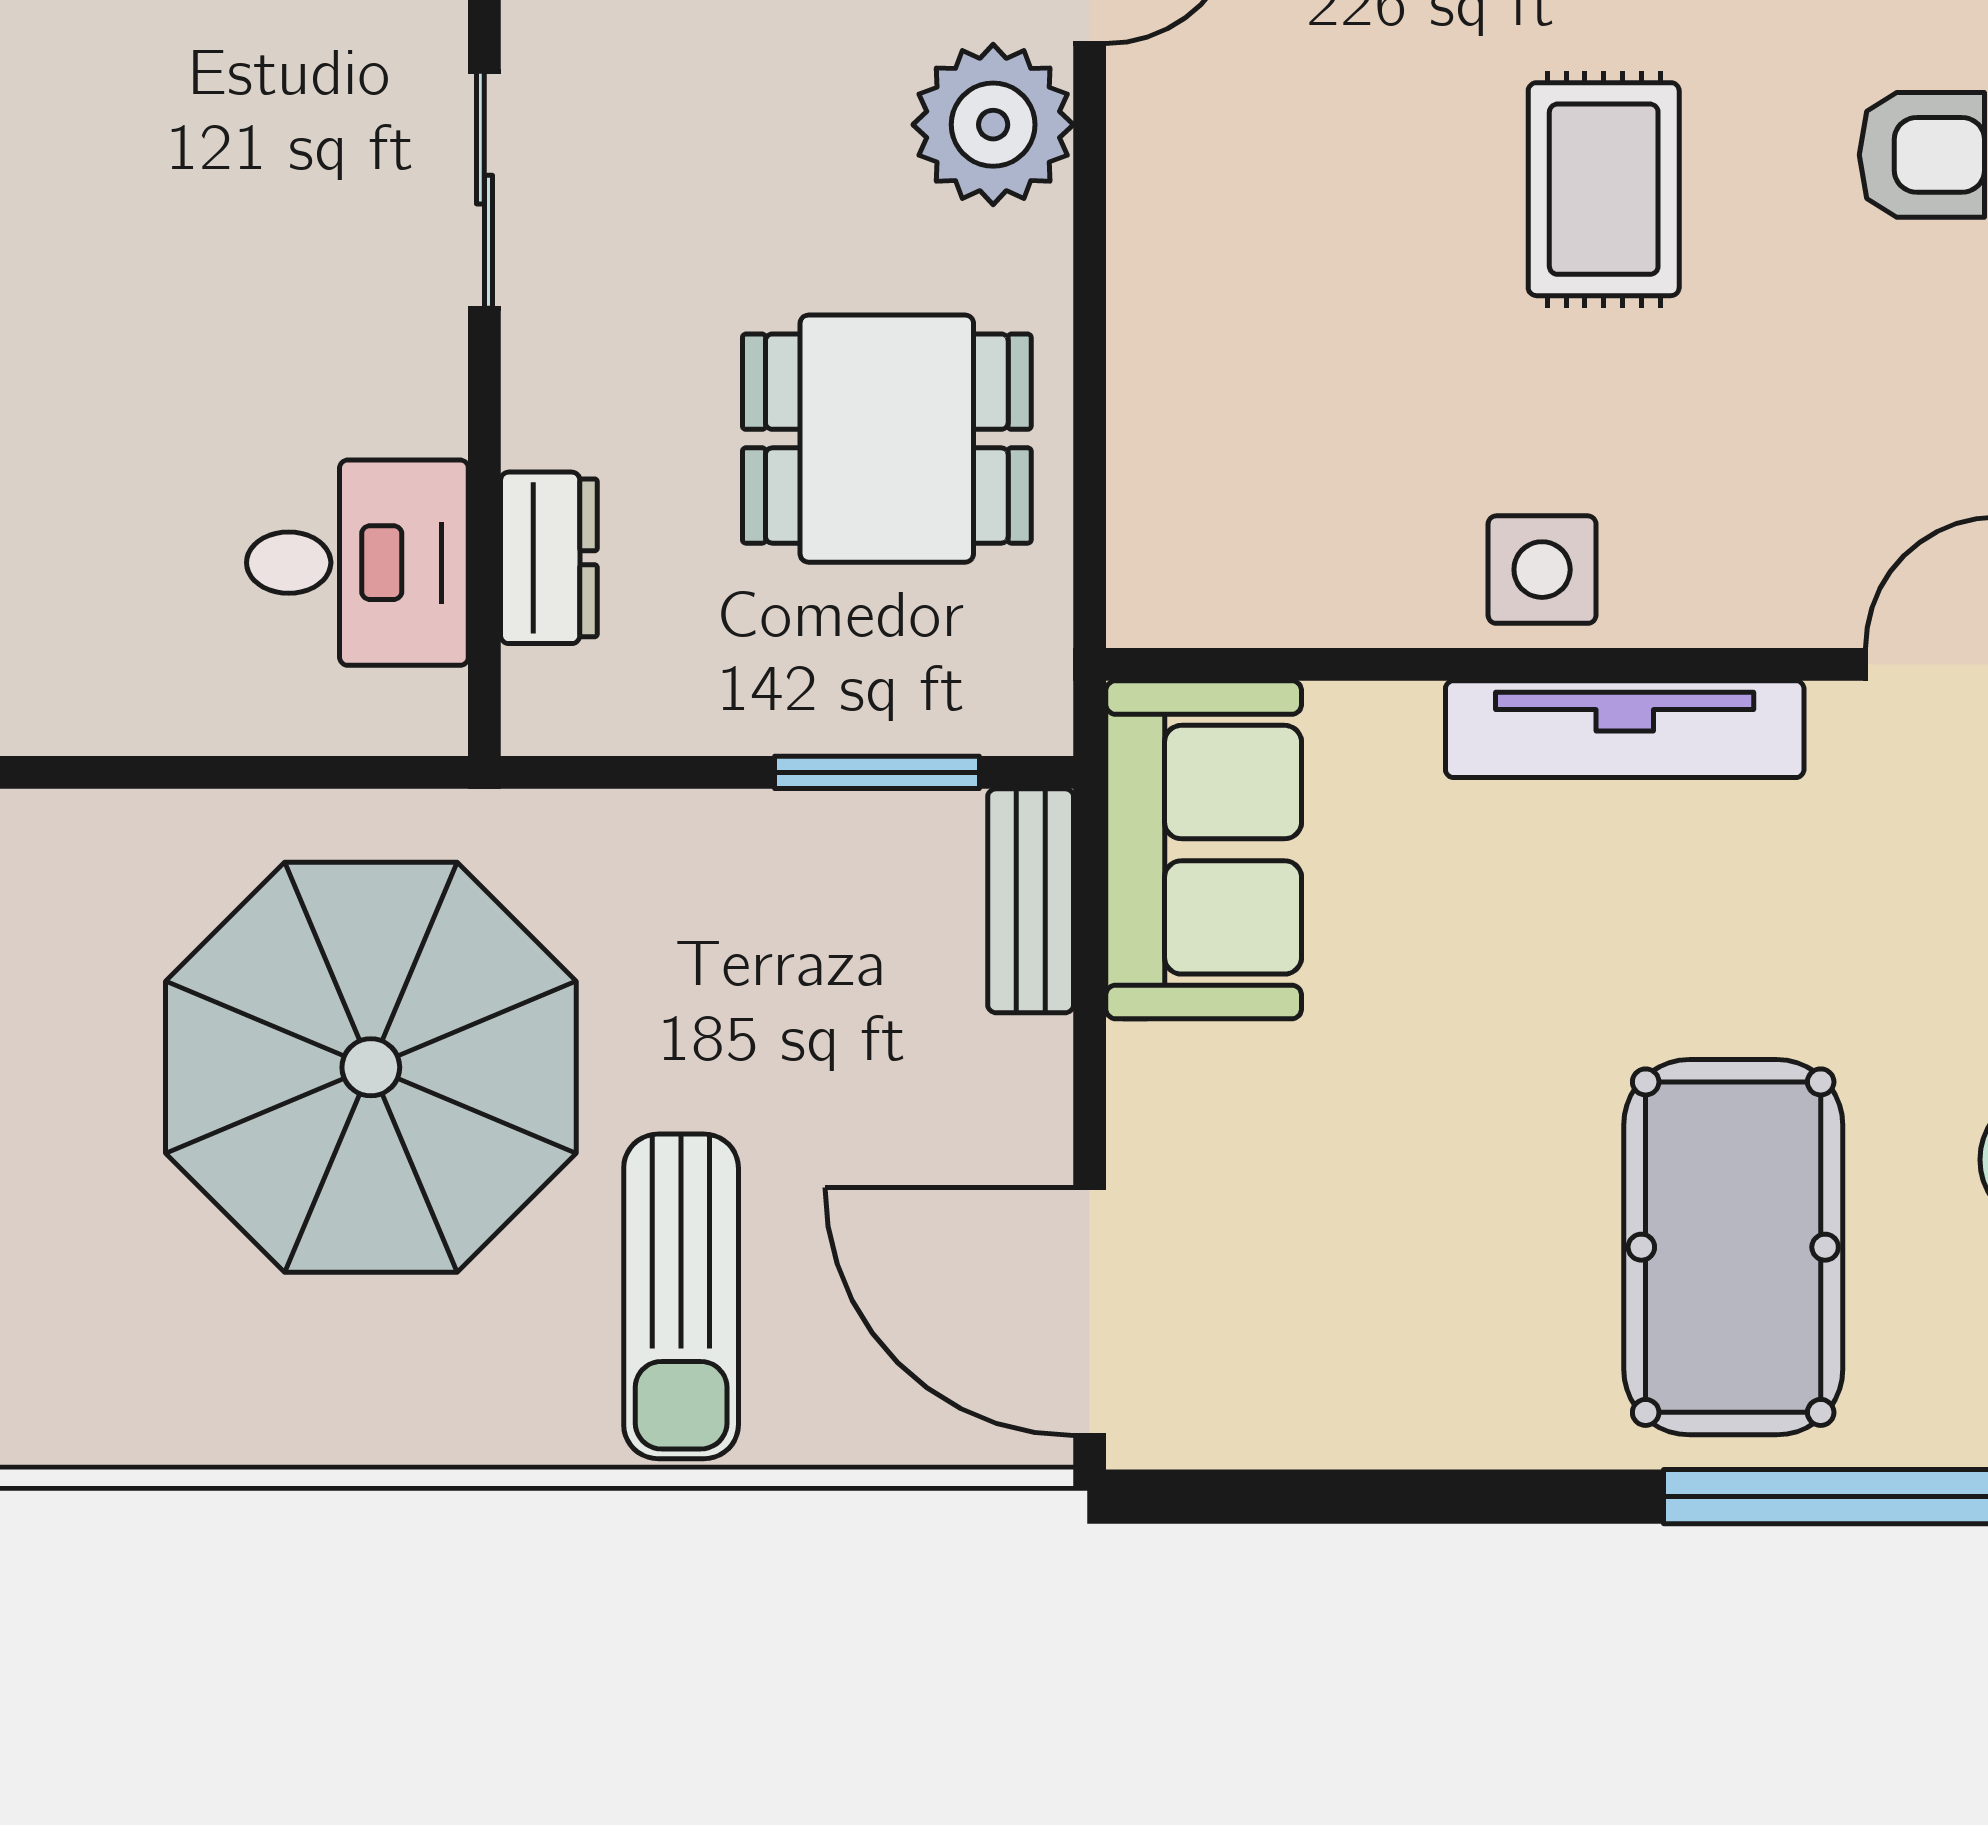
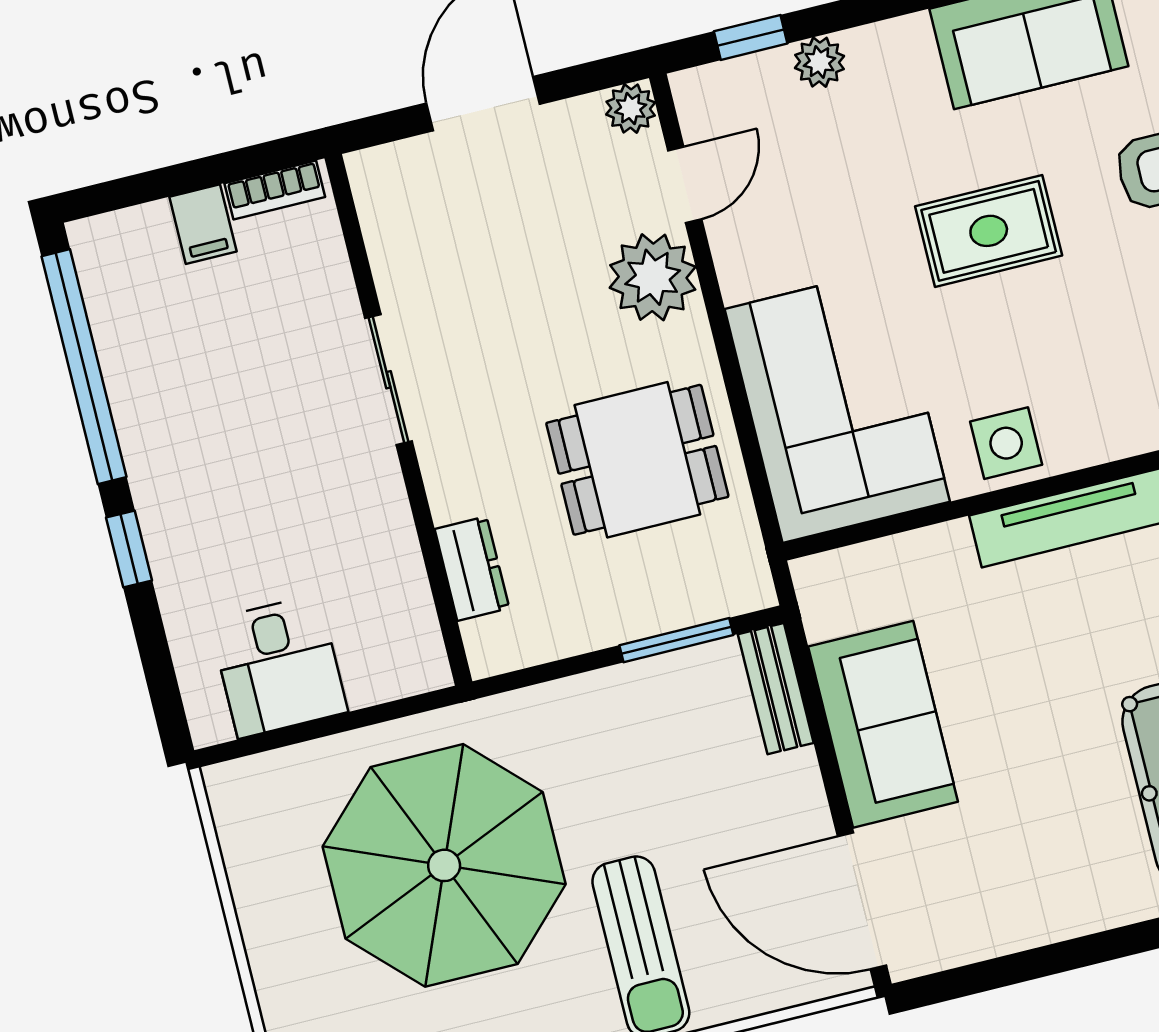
rug: (1604, 189) -> (989, 231), turned 90
corner sofa: (1262, 430) -> (837, 405), added
desk: (357, 563) -> (279, 666), moved, turned 90
sofa: (1204, 850) -> (883, 724), moved

